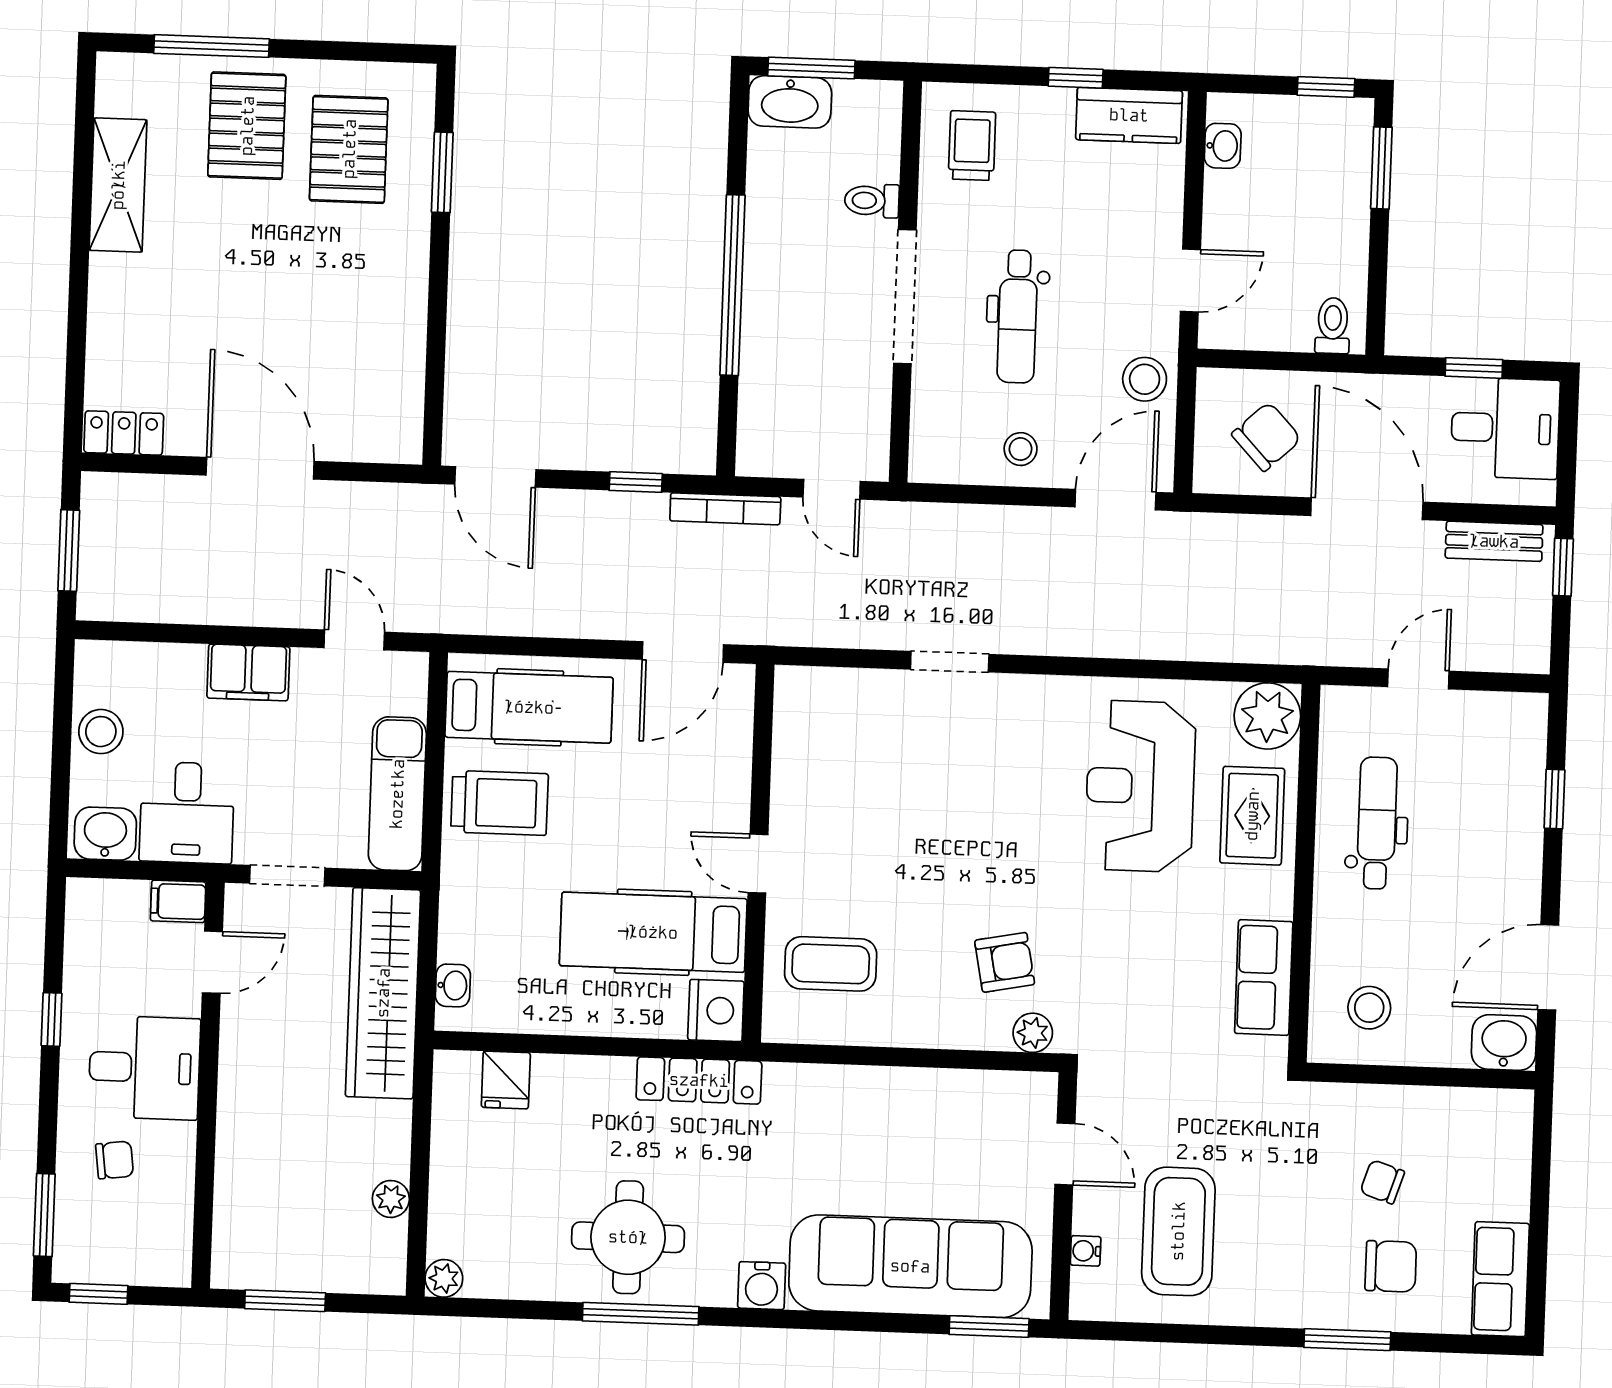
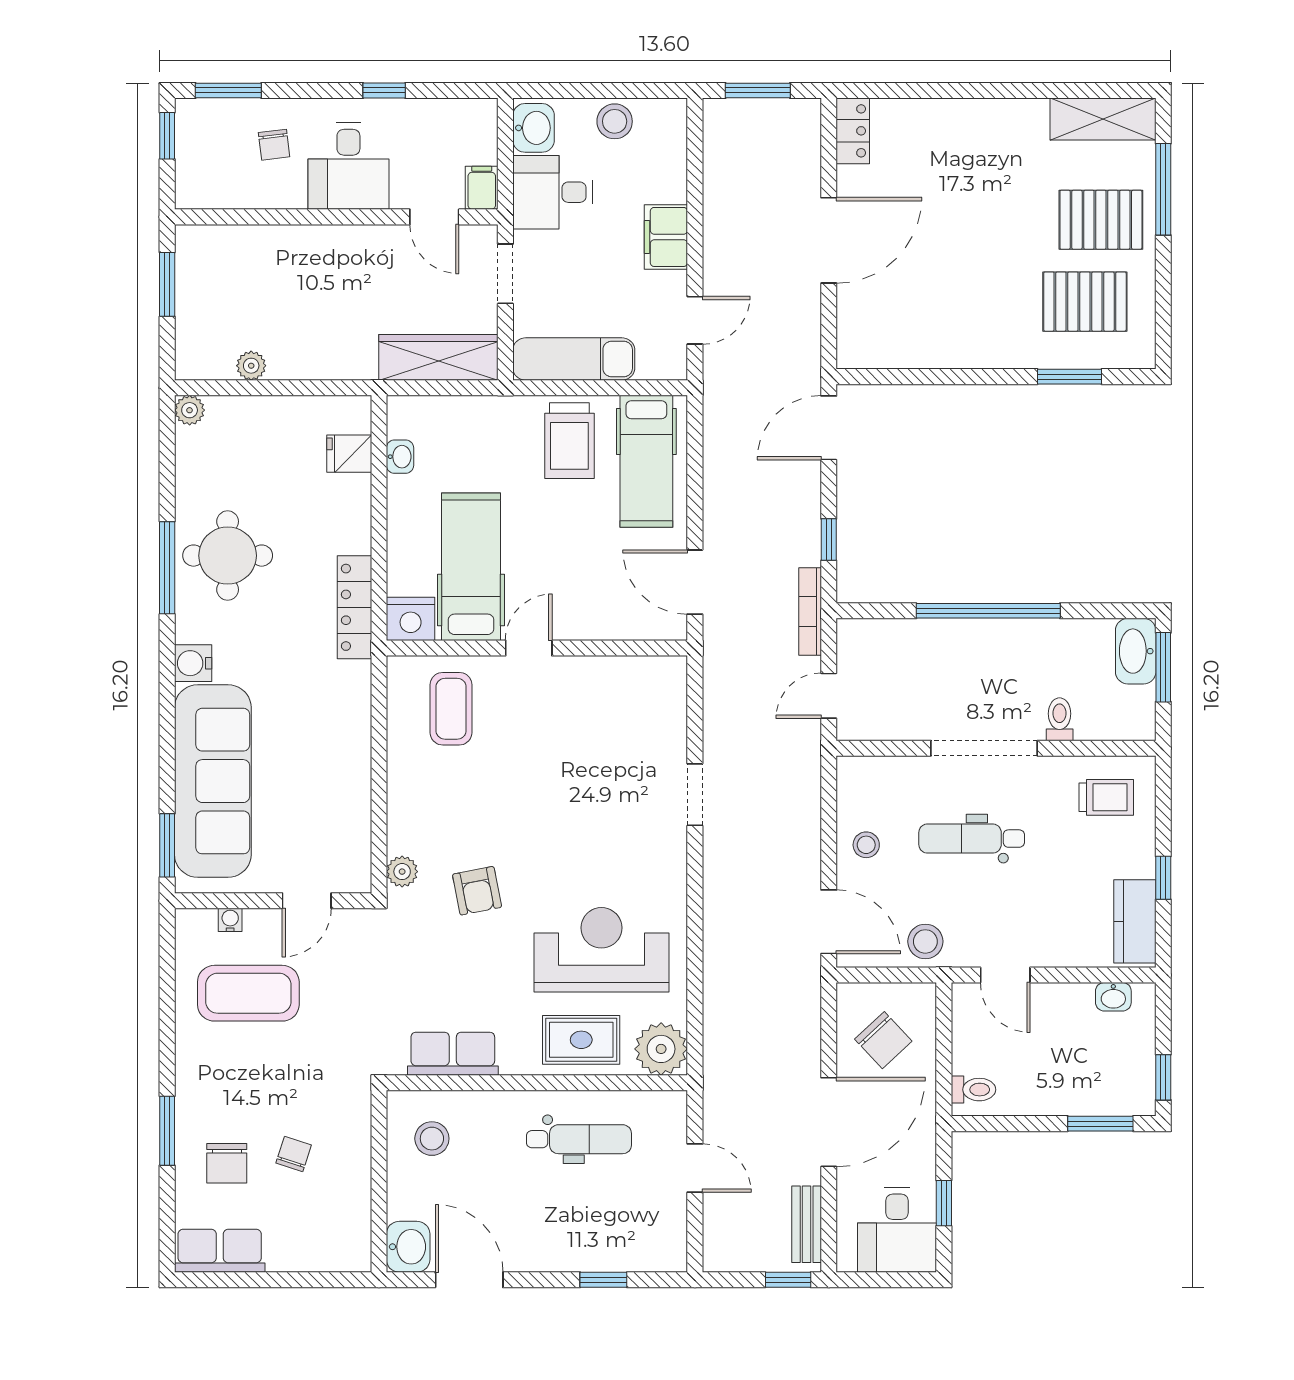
shelving: (118, 185) -> (1103, 119), moved
armchair: (1005, 962) -> (477, 891), moved
washbasin: (453, 985) -> (400, 457), moved, turned -90
wardrobe: (383, 993) -> (438, 357), width x0.71, depth x0.85

